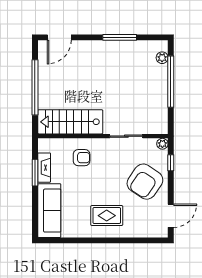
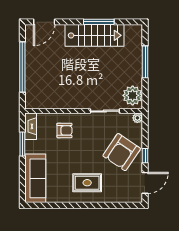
plant: (162, 58) -> (133, 95), moved, width x1.88, depth x1.88
window: (171, 82) -> (145, 62), width x0.68
stairs: (70, 122) -> (94, 35), moved, turned 180
window: (171, 163) -> (145, 156), moved
fireplace: (44, 168) -> (31, 126), moved

